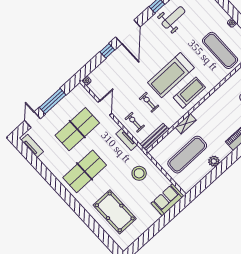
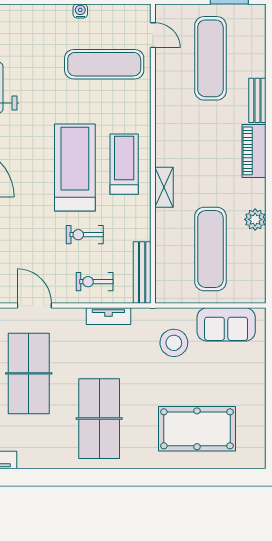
treadmill: (171, 75) -> (75, 167), turned 180
shelving: (186, 124) -> (164, 187), moved
sofa: (168, 200) -> (226, 324), moved, turned -90

